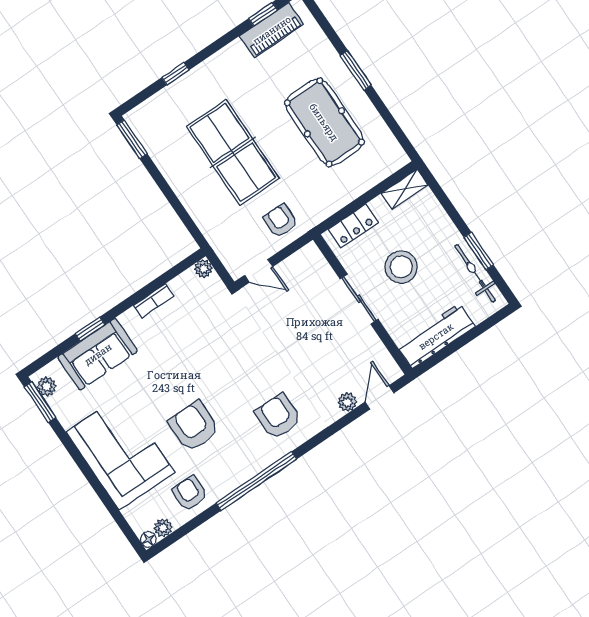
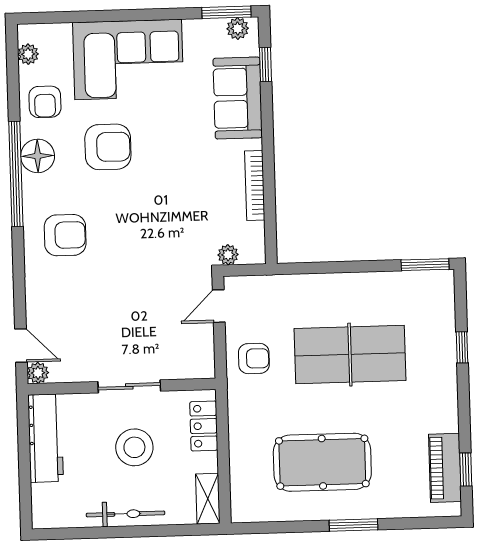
window: (479, 251) -> (102, 532), removed
plant: (203, 269) -> (228, 255), moved
bicycle: (475, 273) -> (126, 514), moved
bookcase: (154, 301) -> (255, 186), width x1.56
window: (90, 329) -> (265, 65), moved
plant: (347, 402) -> (38, 373), moved
armchair: (190, 493) -> (45, 102), turned 90
floor lamp: (148, 539) -> (38, 156), moved, width x1.89, depth x1.89

